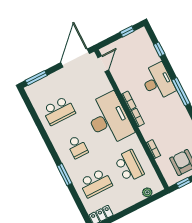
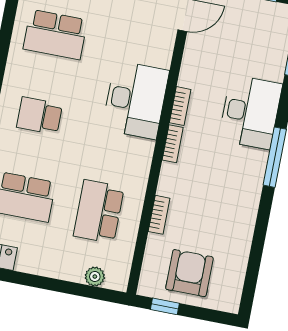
desk: (109, 119) -> (136, 100), width x0.73, depth x0.77
school desk: (77, 147) -> (39, 116), turned 90
school desk: (129, 166) -> (99, 212), turned 180

